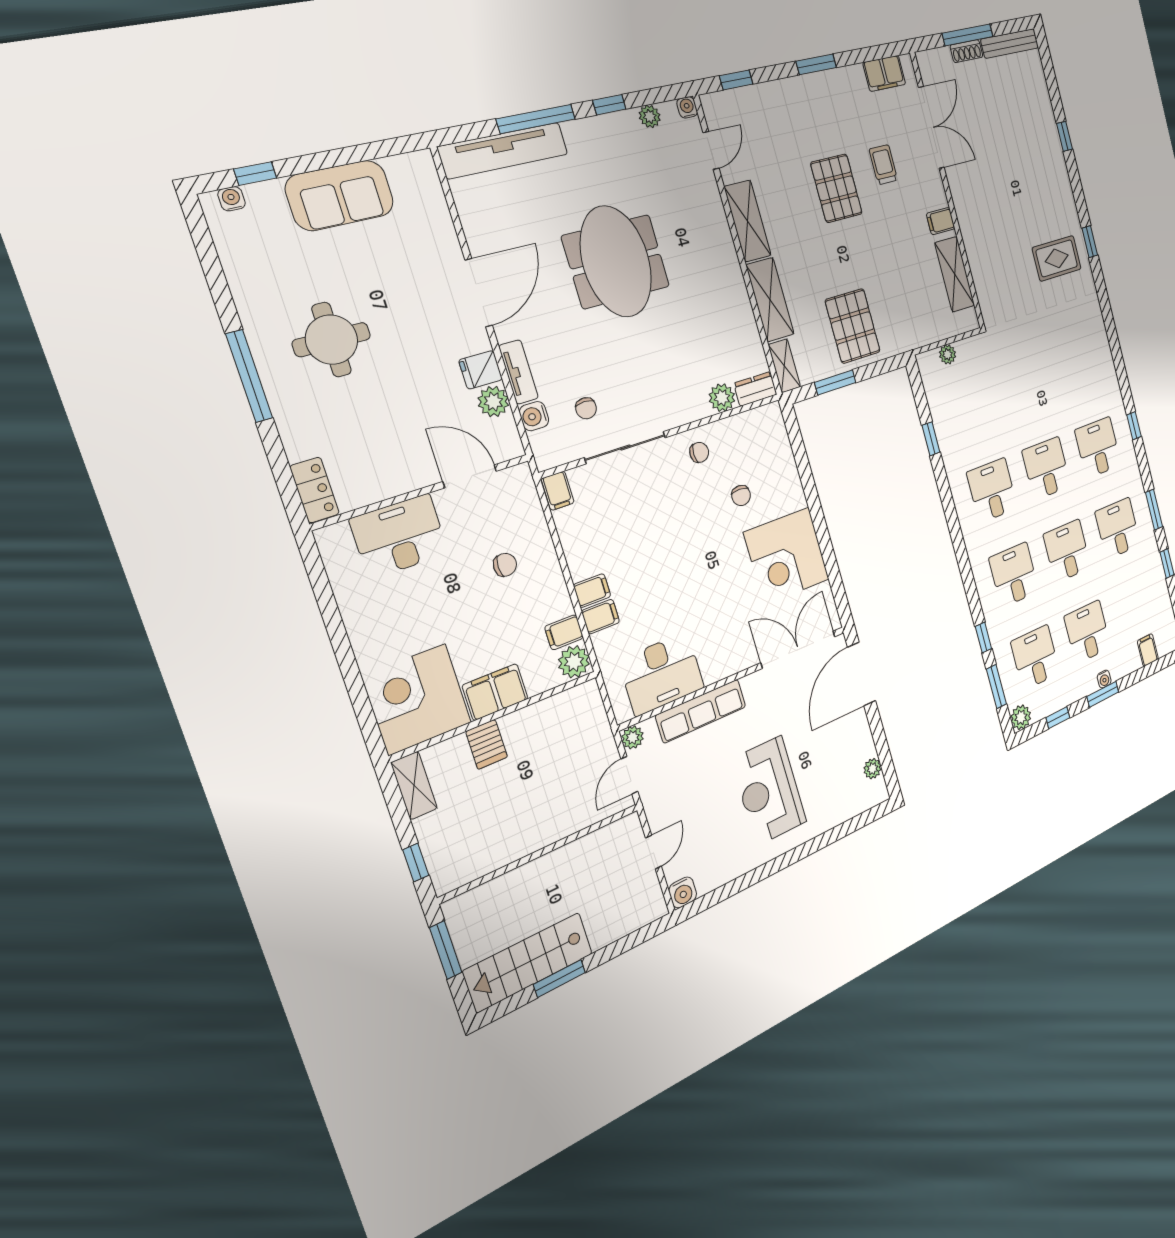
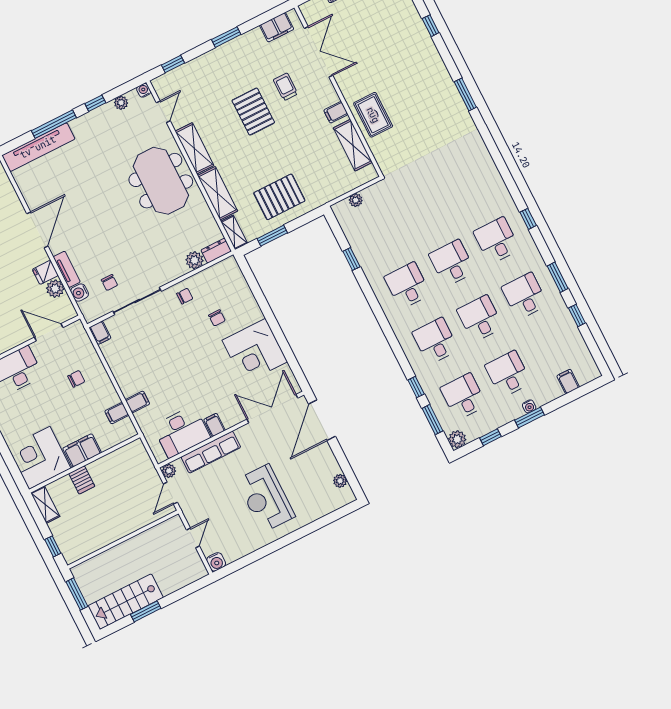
window: (1090, 242) -> (465, 94), width x1.50
rug: (1057, 258) -> (373, 115), moved, turned 90
meeting table: (616, 262) -> (161, 181), moved
pallet: (853, 326) -> (279, 197), turned 90
filing cabinet: (592, 591) -> (214, 425), moved, turned -90
plant: (574, 662) -> (126, 430), removed

